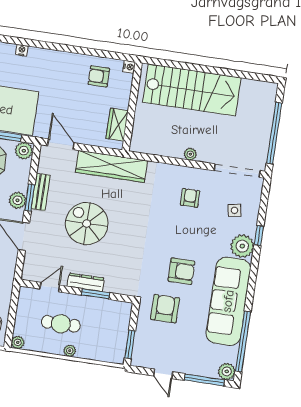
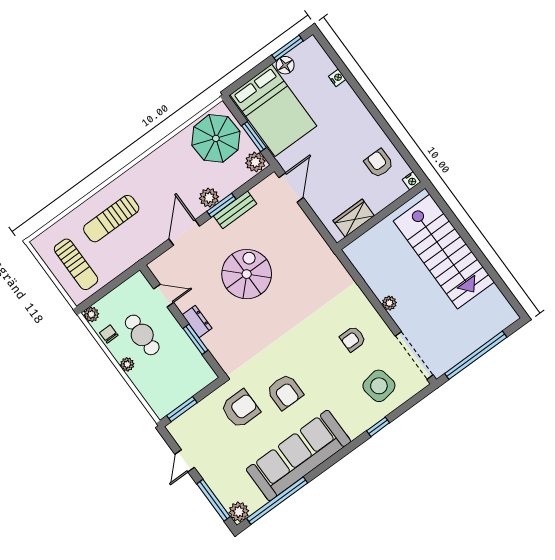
wardrobe: (111, 166) -> (314, 248), removed
armchair: (190, 198) -> (353, 339), turned 180
side table: (234, 210) -> (379, 386), width x1.87, depth x1.87
plant: (242, 246) -> (356, 422), removed
dresser: (86, 282) -> (197, 321), width x0.70
chair: (40, 344) -> (109, 334), added

